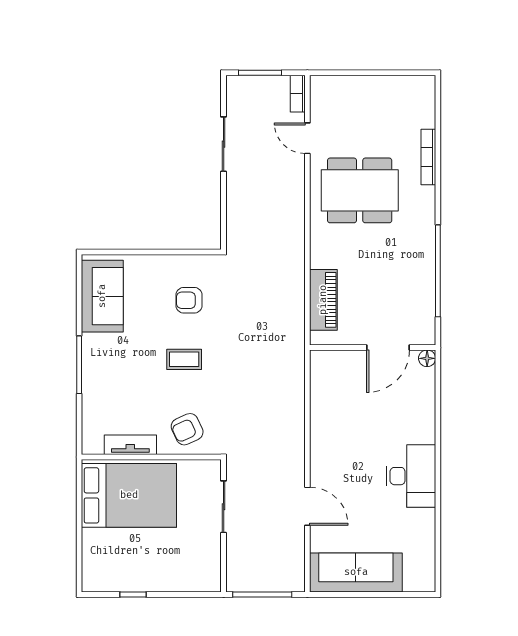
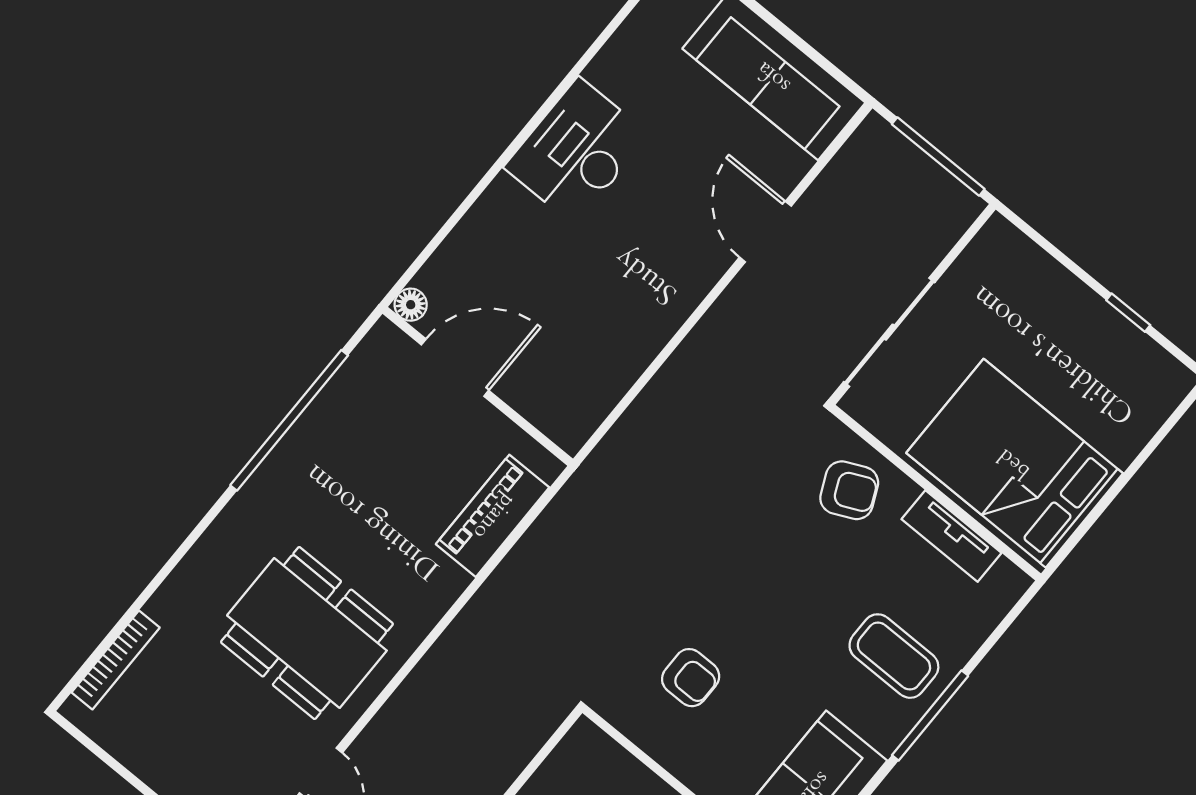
bookcase: (428, 157) -> (116, 660), moved
coffee table: (184, 359) -> (894, 656), moved, width x1.36, depth x1.30
sliding door: (224, 507) -> (889, 332), width x1.37

